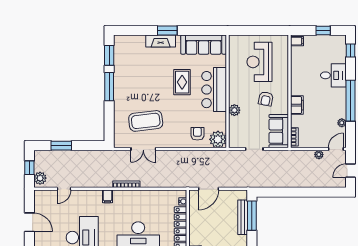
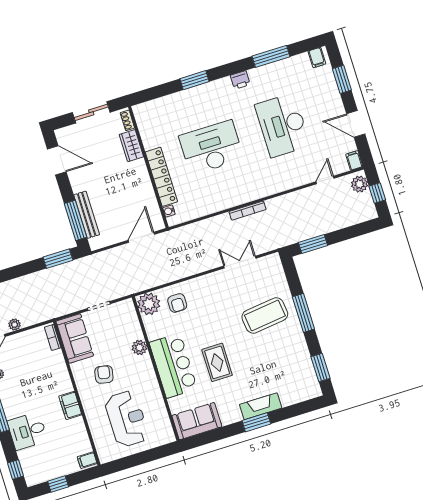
sofa: (204, 45) -> (197, 421), width x0.73
window: (109, 87) -> (303, 313), moved
filing cabinet: (297, 105) -> (70, 405), moved
coffee table: (146, 121) -> (265, 316), moved
window: (61, 146) -> (313, 244), moved
window: (273, 192) -> (58, 259), added
filing cabinet: (107, 196) -> (354, 160), moved

